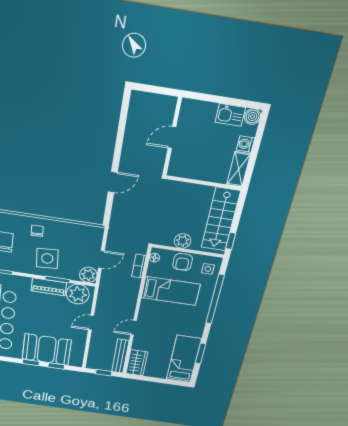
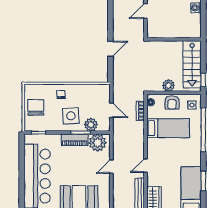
shelving: (239, 169) -> (196, 26), removed
door: (101, 260) -> (111, 110), hinge flipped
plant: (88, 275) -> (91, 125), moved

